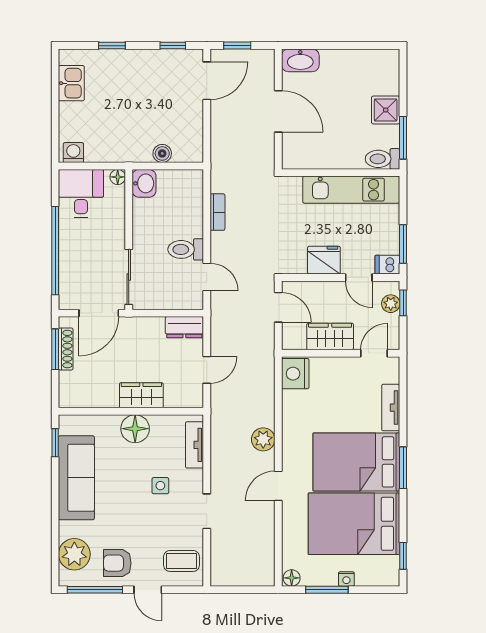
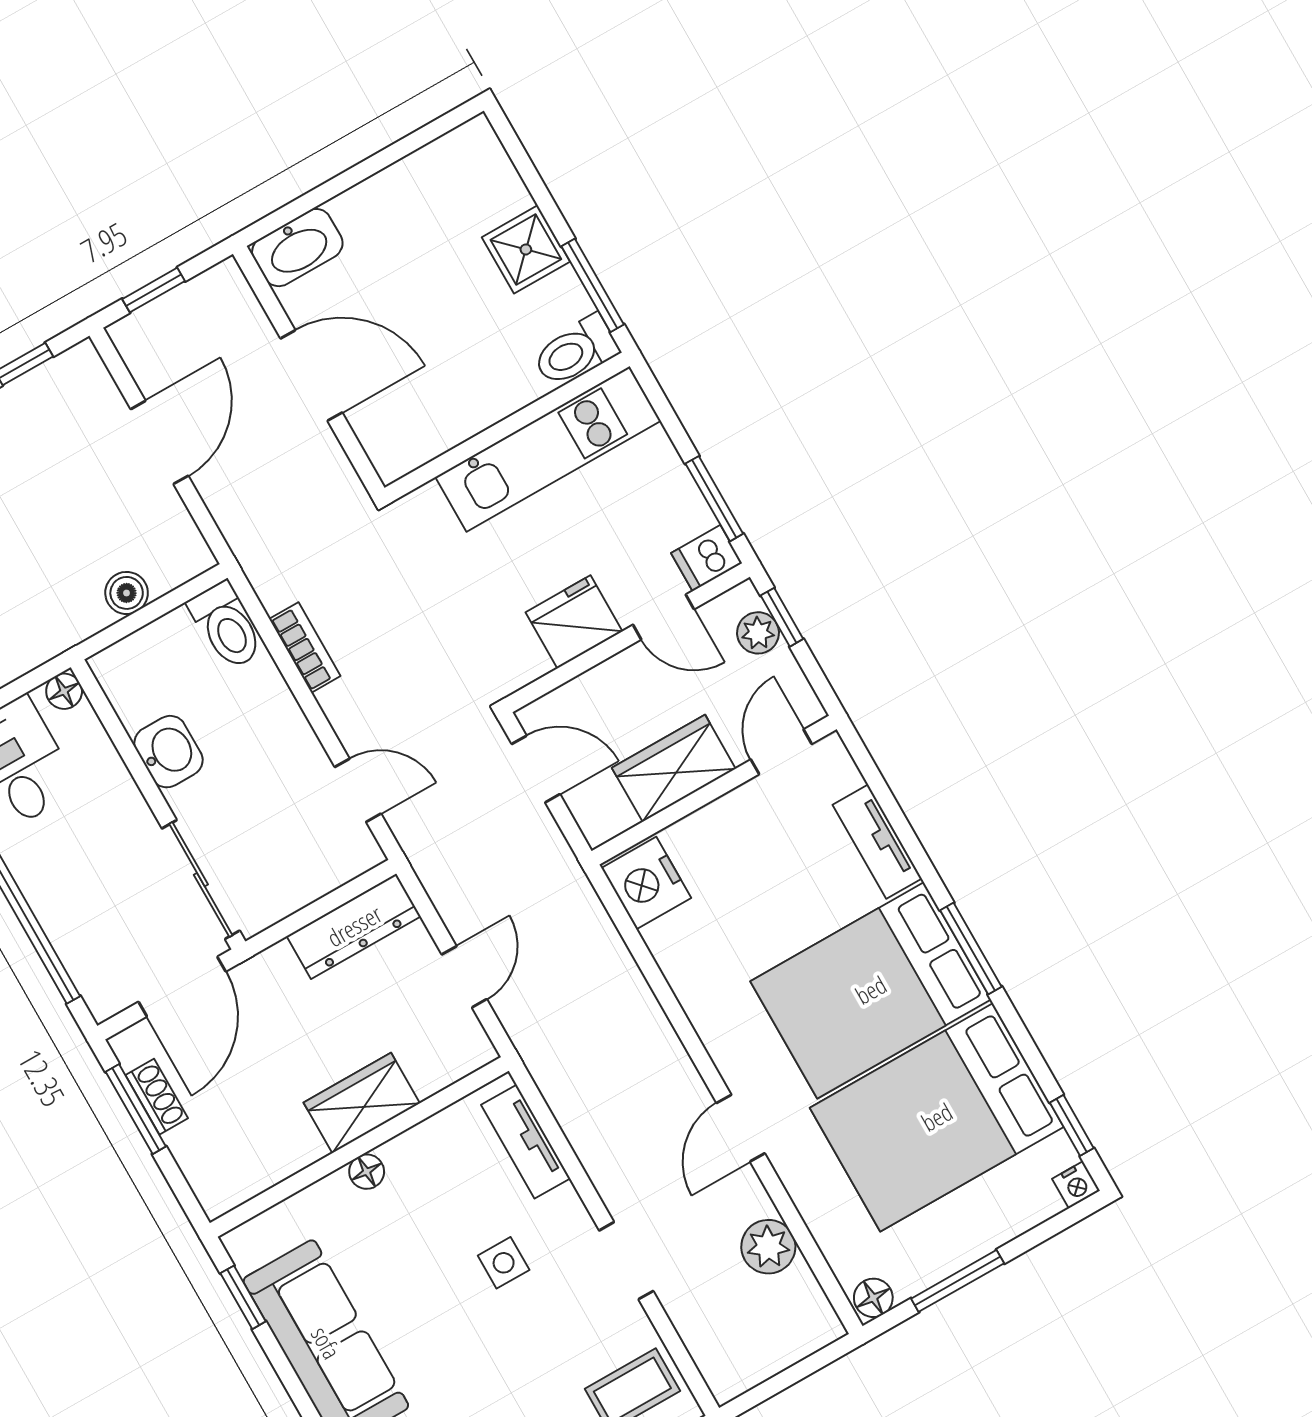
door: (207, 81) -> (159, 442), moved
washbasin: (144, 183) -> (168, 752), moved
toilet: (186, 249) -> (226, 626), moved, turned -90
dresser: (184, 327) -> (354, 926), width x1.44
shoe rack: (66, 349) -> (157, 1097), width x0.70
floor lamp: (135, 429) -> (367, 1172), width x0.53, depth x0.53
plant: (263, 439) -> (768, 1247), moved
nightstand: (346, 579) -> (1076, 1185), moved

